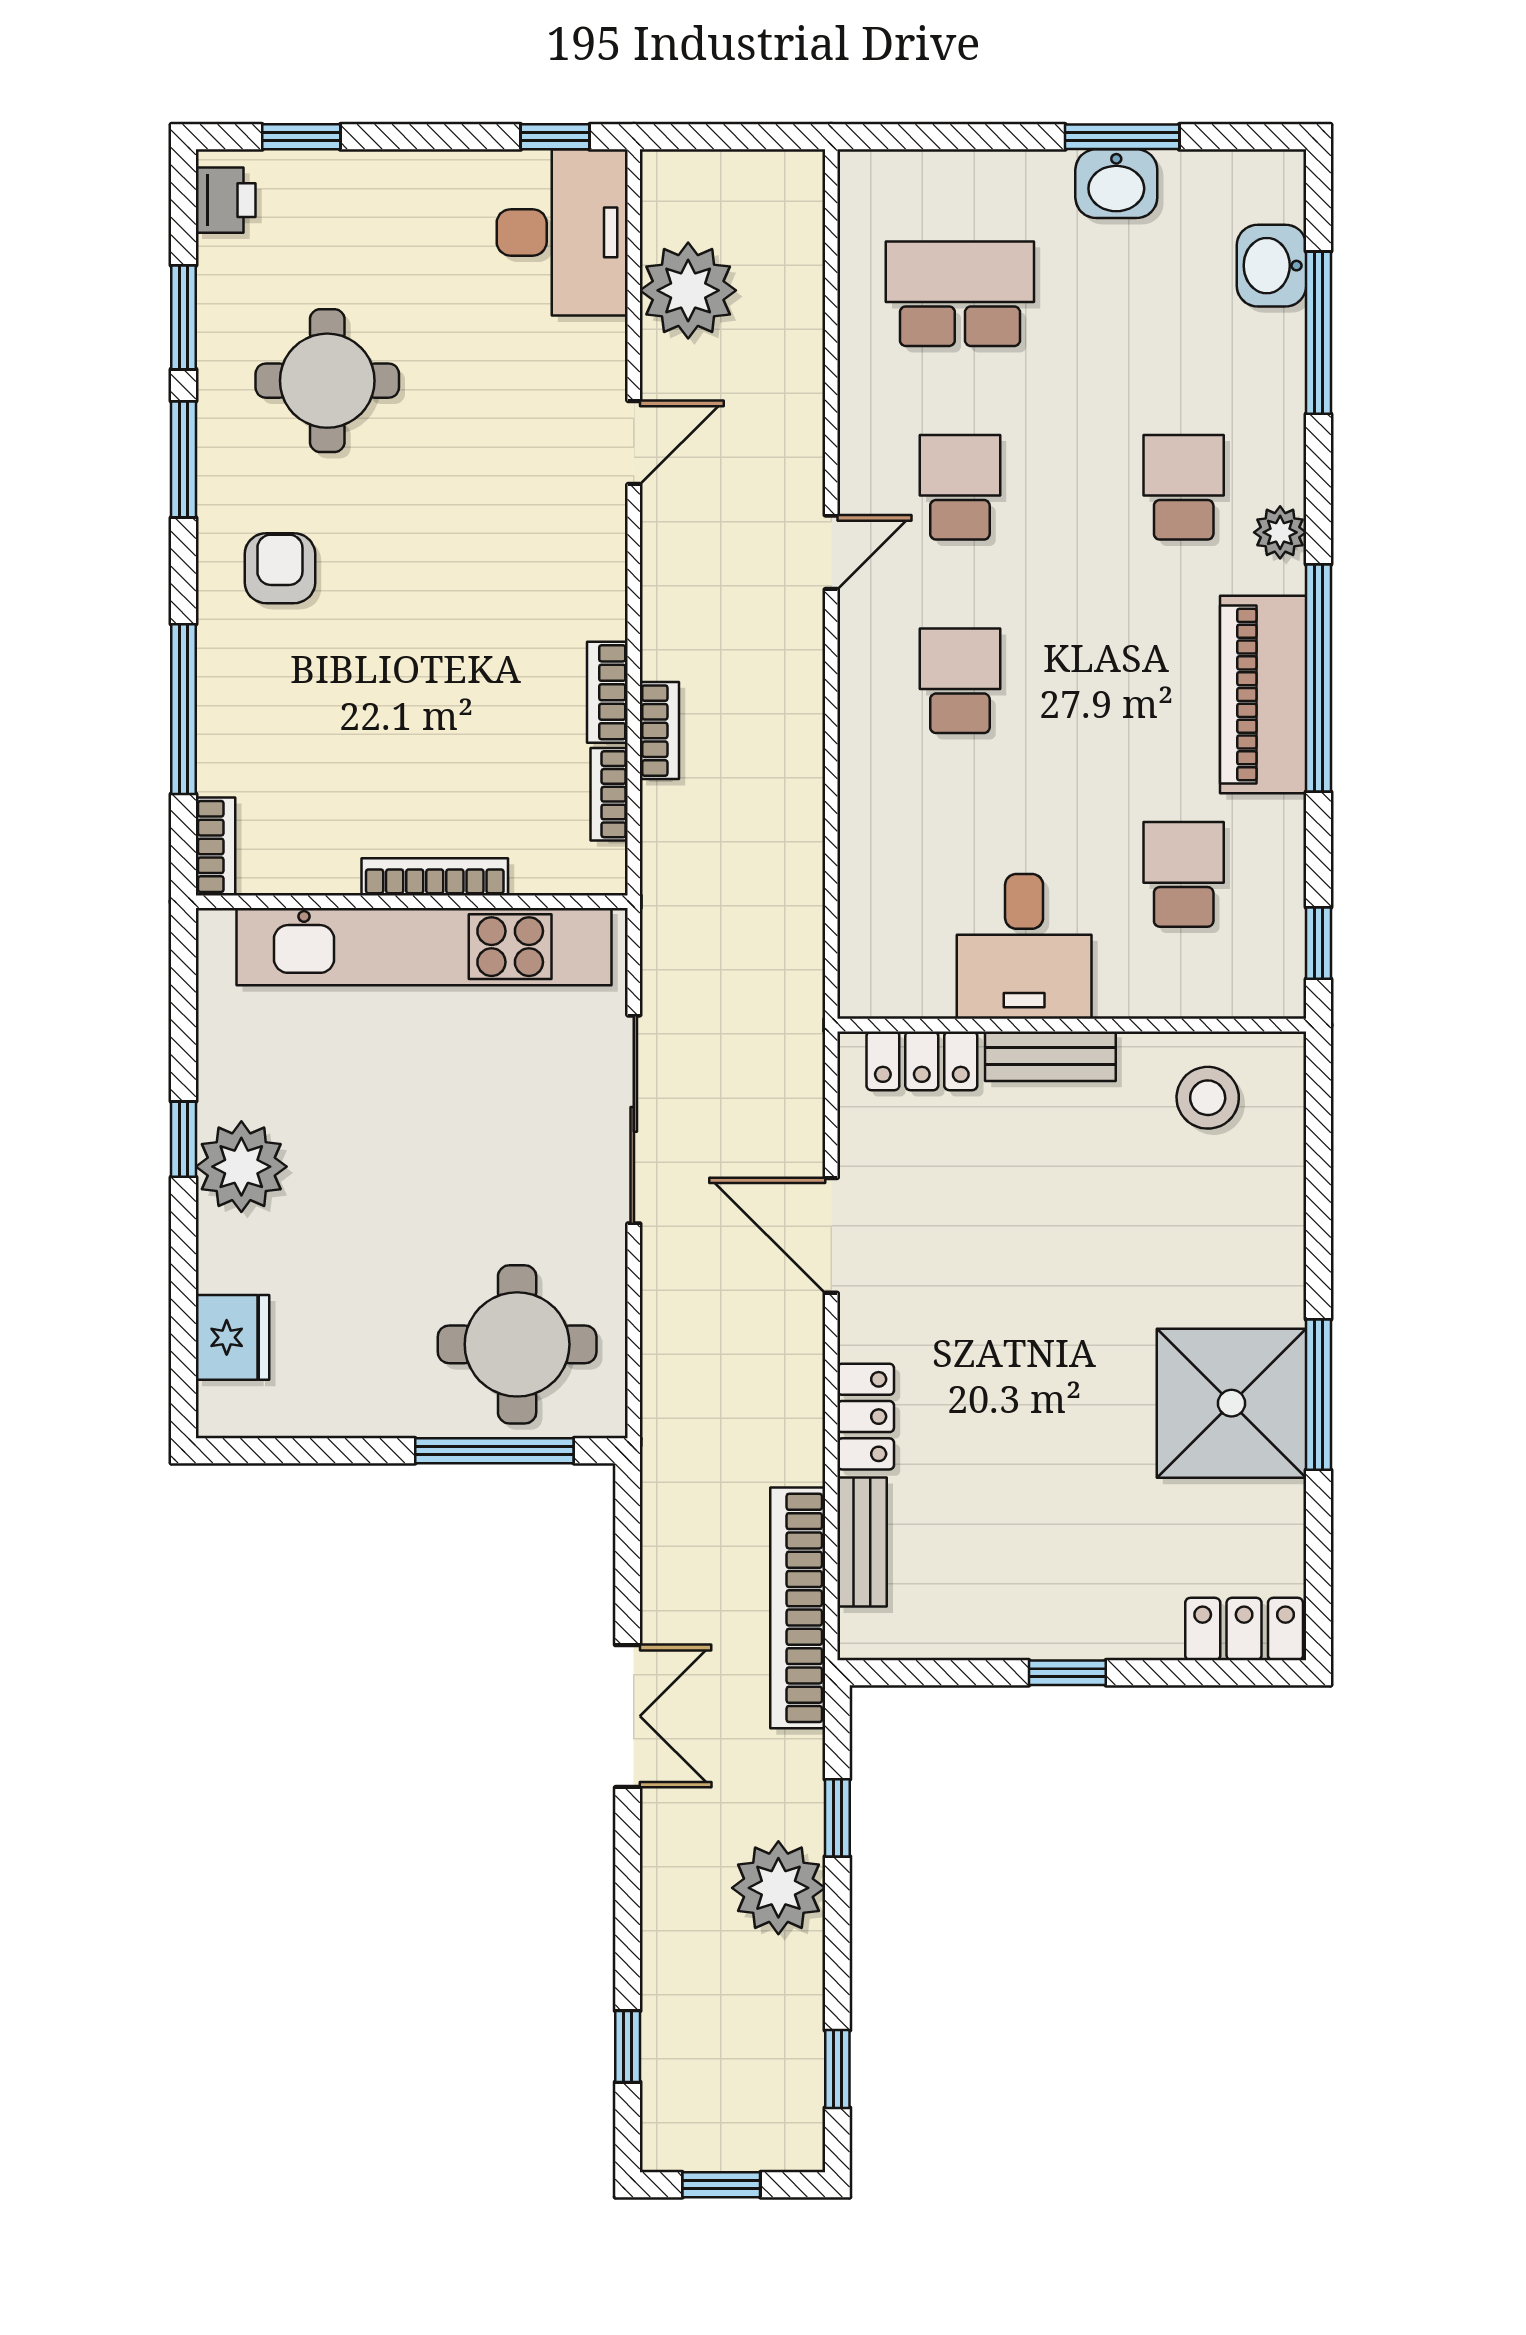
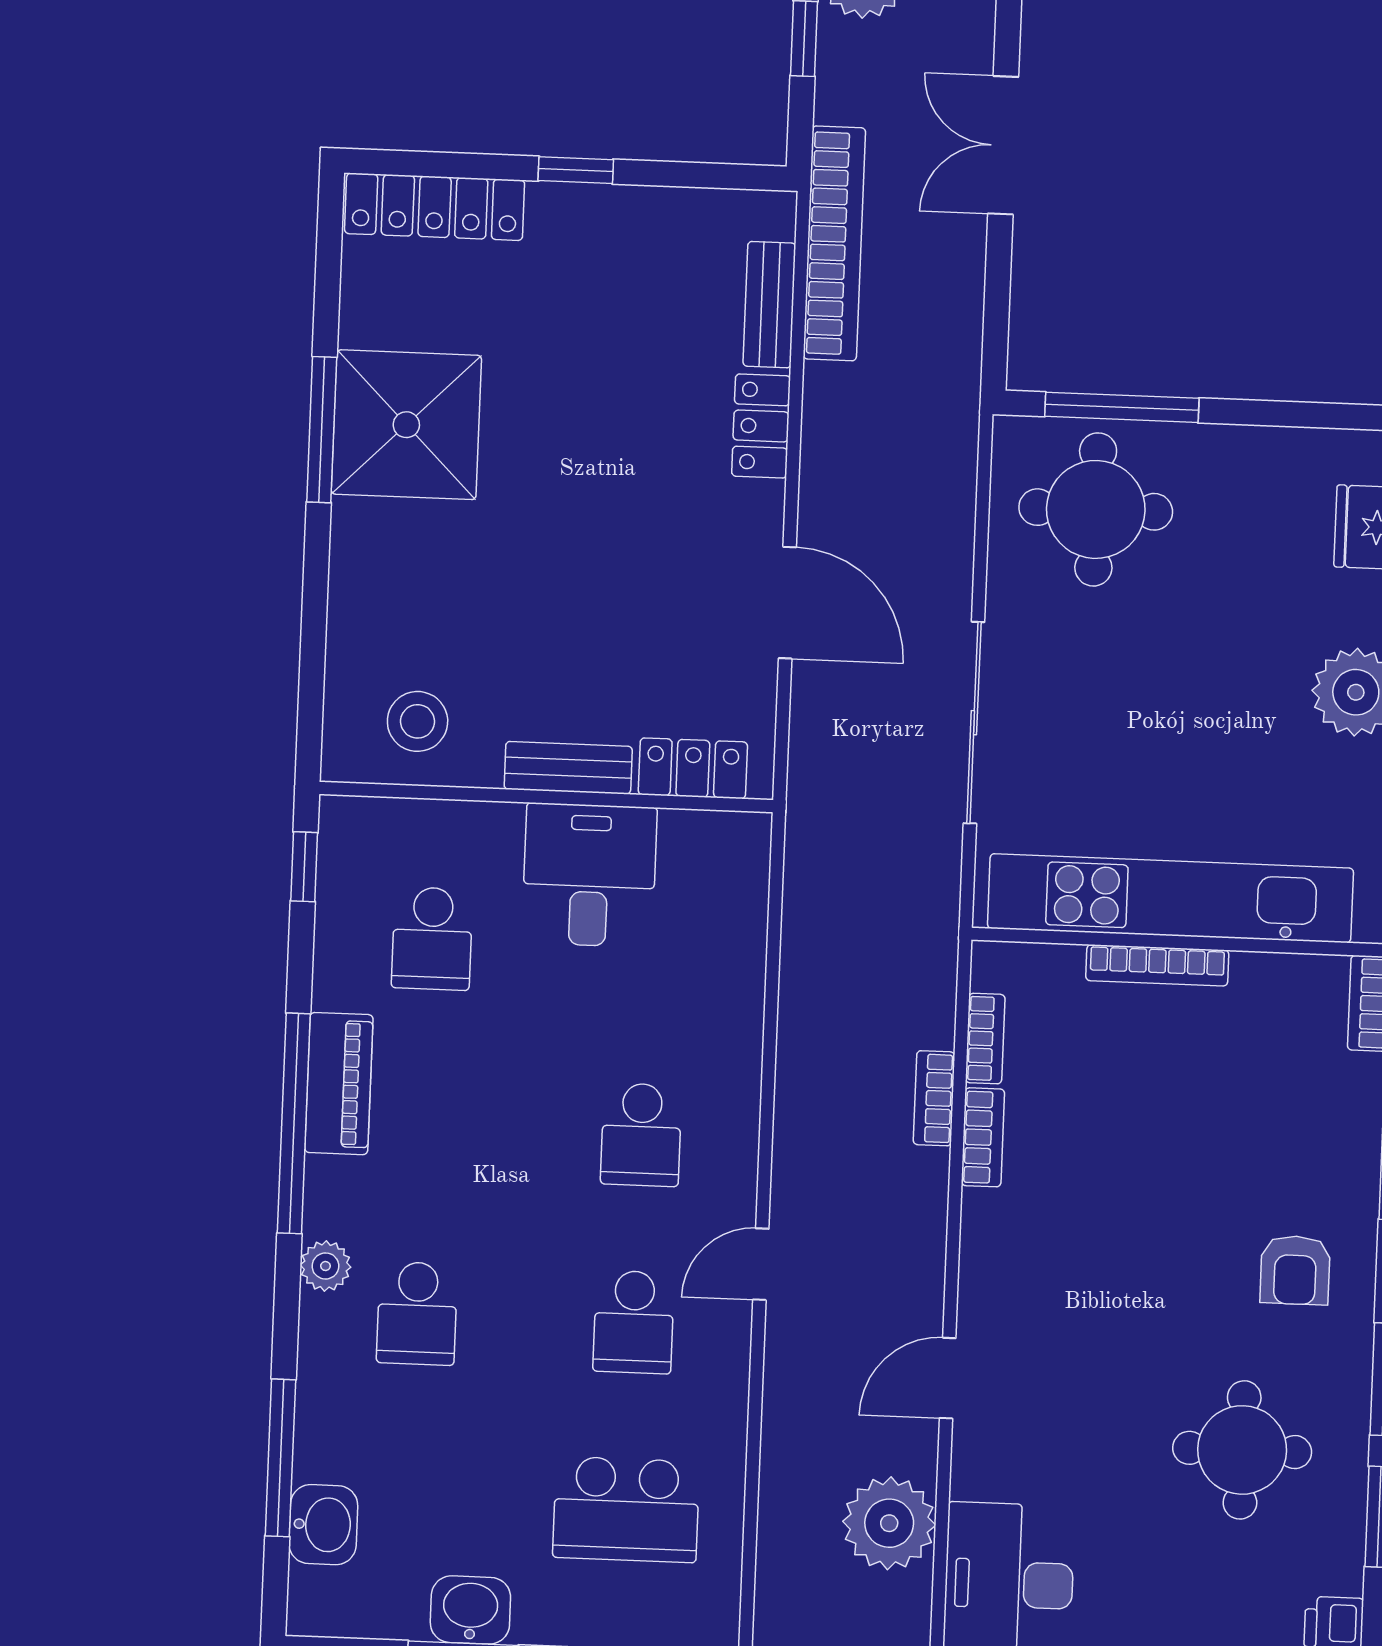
piano: (1263, 695) -> (339, 1084), width x0.73, depth x0.75
locker: (1244, 1629) -> (435, 207), width x1.53

